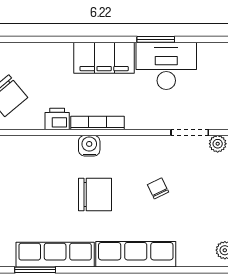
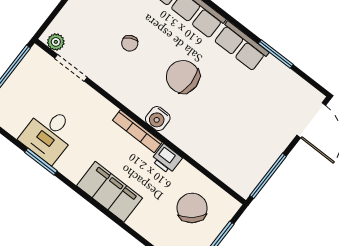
filing cabinet: (104, 58) -> (110, 192), moved
desk: (166, 66) -> (49, 134), width x0.73
row of seats: (55, 255) -> (241, 46), width x0.68

